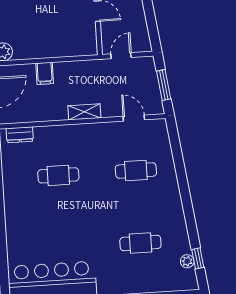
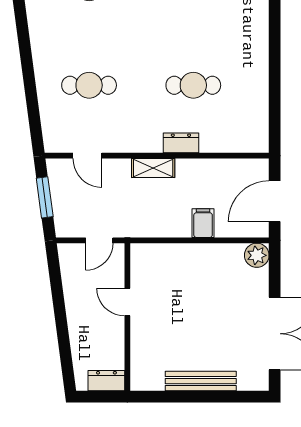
dresser: (20, 135) -> (181, 143), moved

